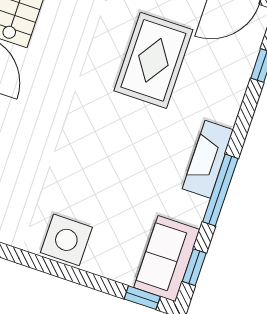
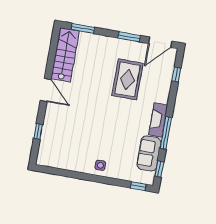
side table: (66, 240) -> (100, 165), width x0.54, depth x0.54
sofa: (167, 259) -> (149, 153), moved

